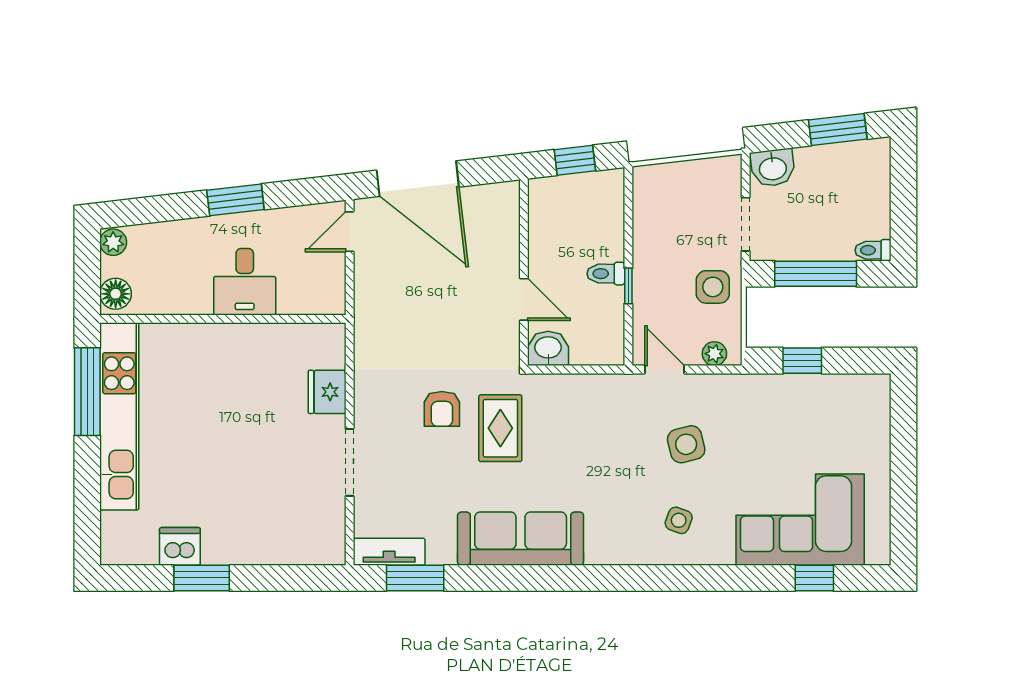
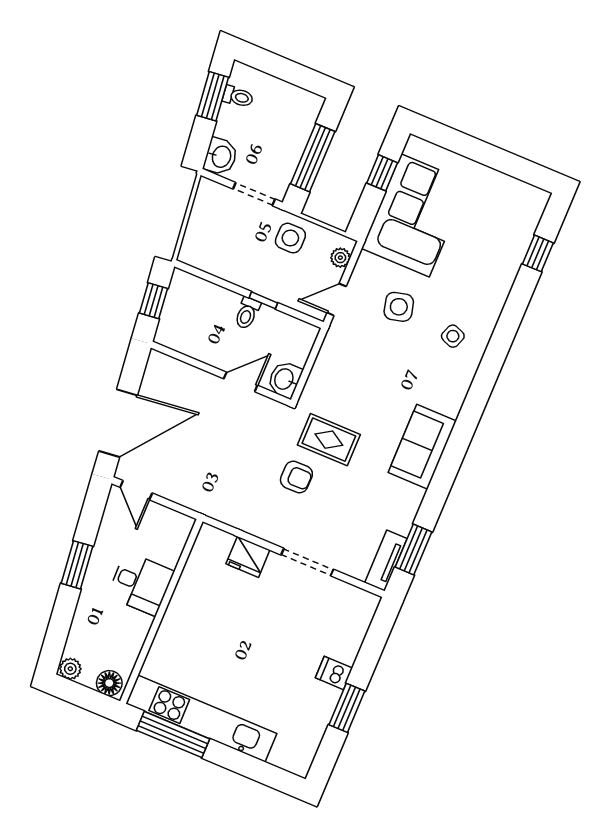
toilet: (873, 250) -> (238, 97), moved, turned -97
window: (802, 361) -> (382, 173), moved
corner sofa: (800, 520) -> (415, 215), moved, turned 180
sofa: (521, 539) -> (422, 447), width x0.73
dishwasher: (180, 546) -> (334, 673), moved, width x0.73

